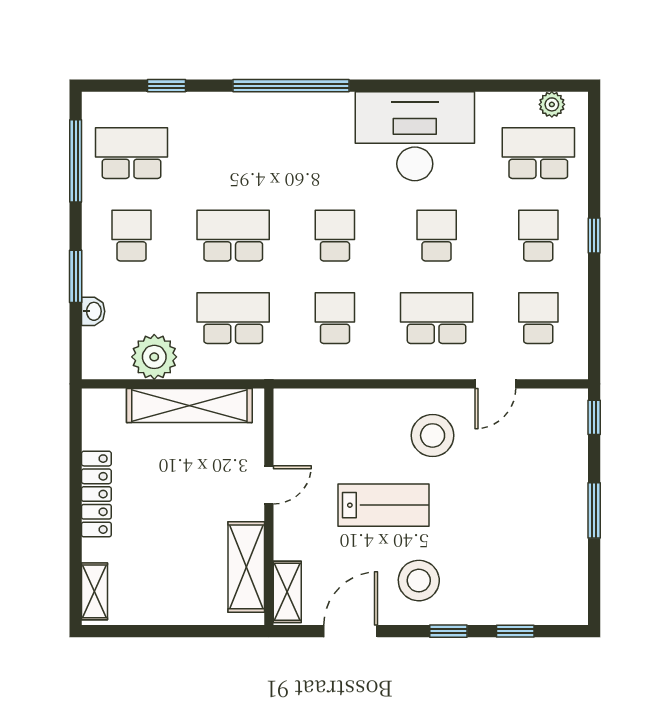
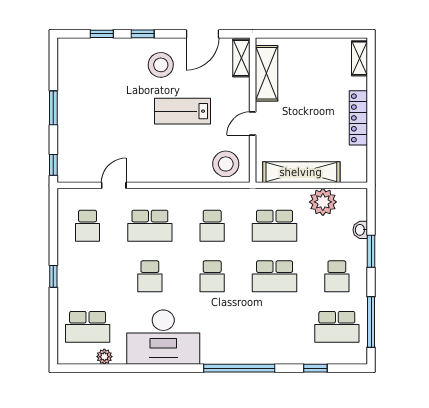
plant: (552, 104) -> (104, 357), moved
school desk: (538, 236) -> (88, 276), removed
stool: (433, 435) -> (226, 164), moved

